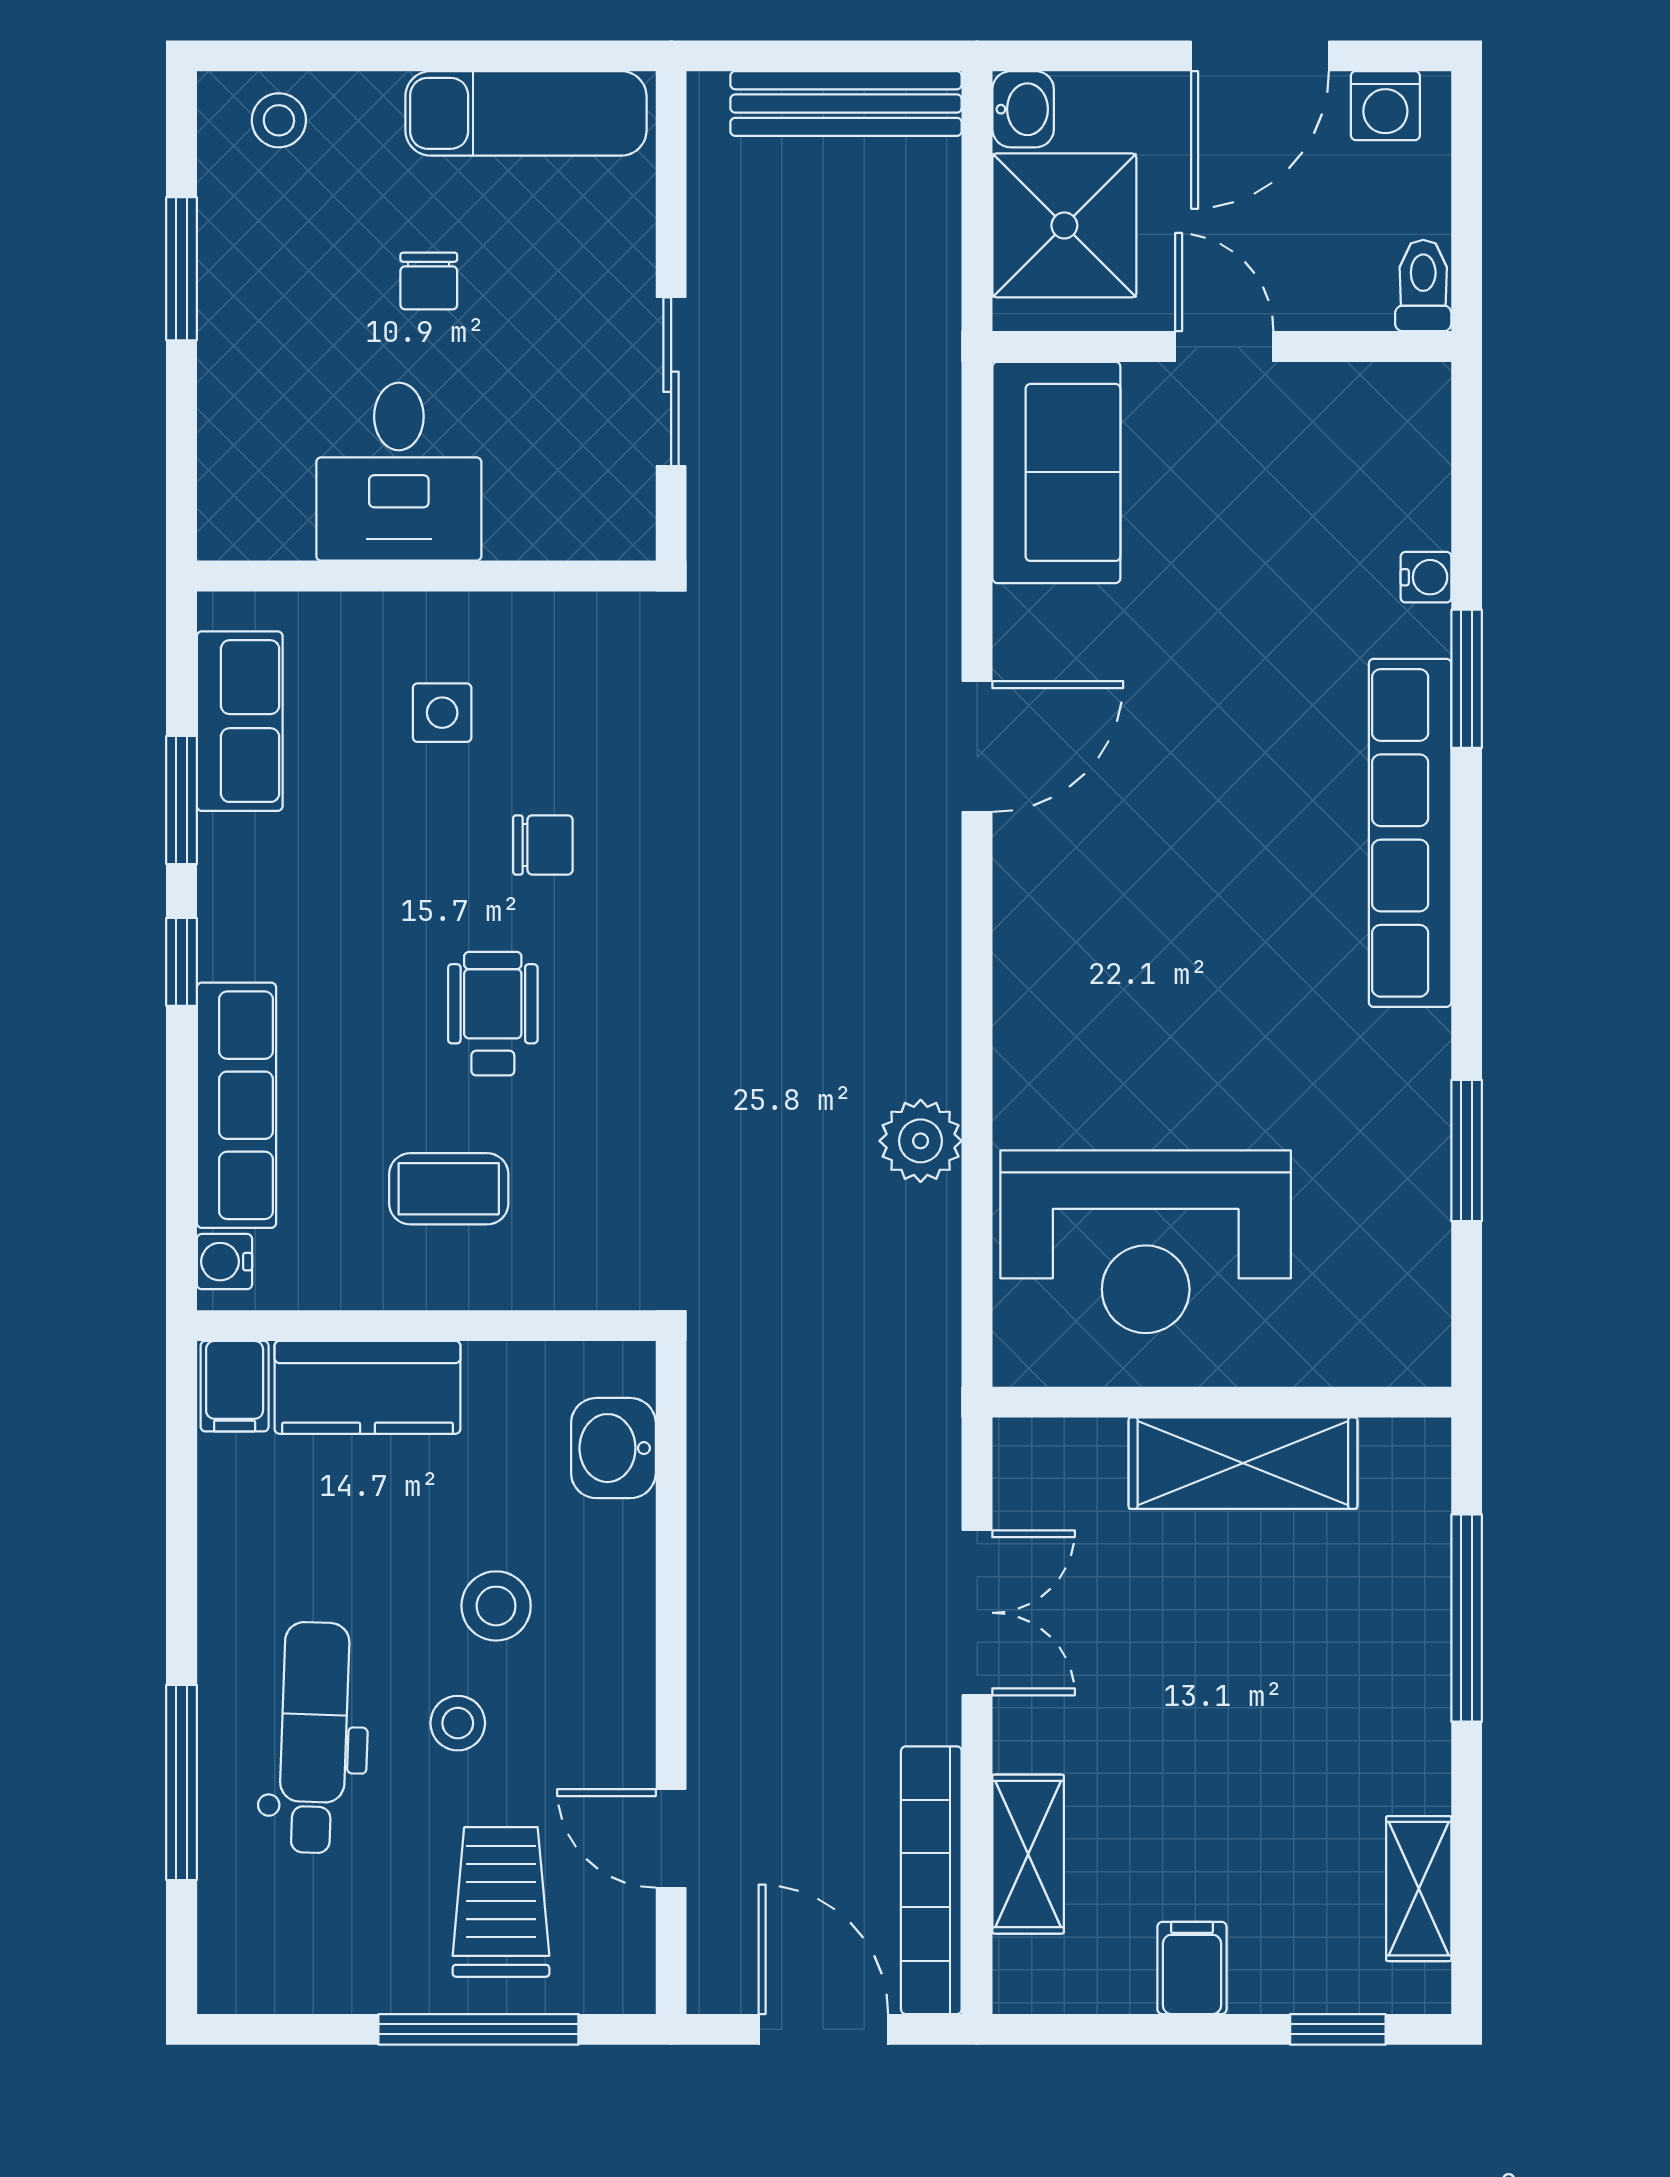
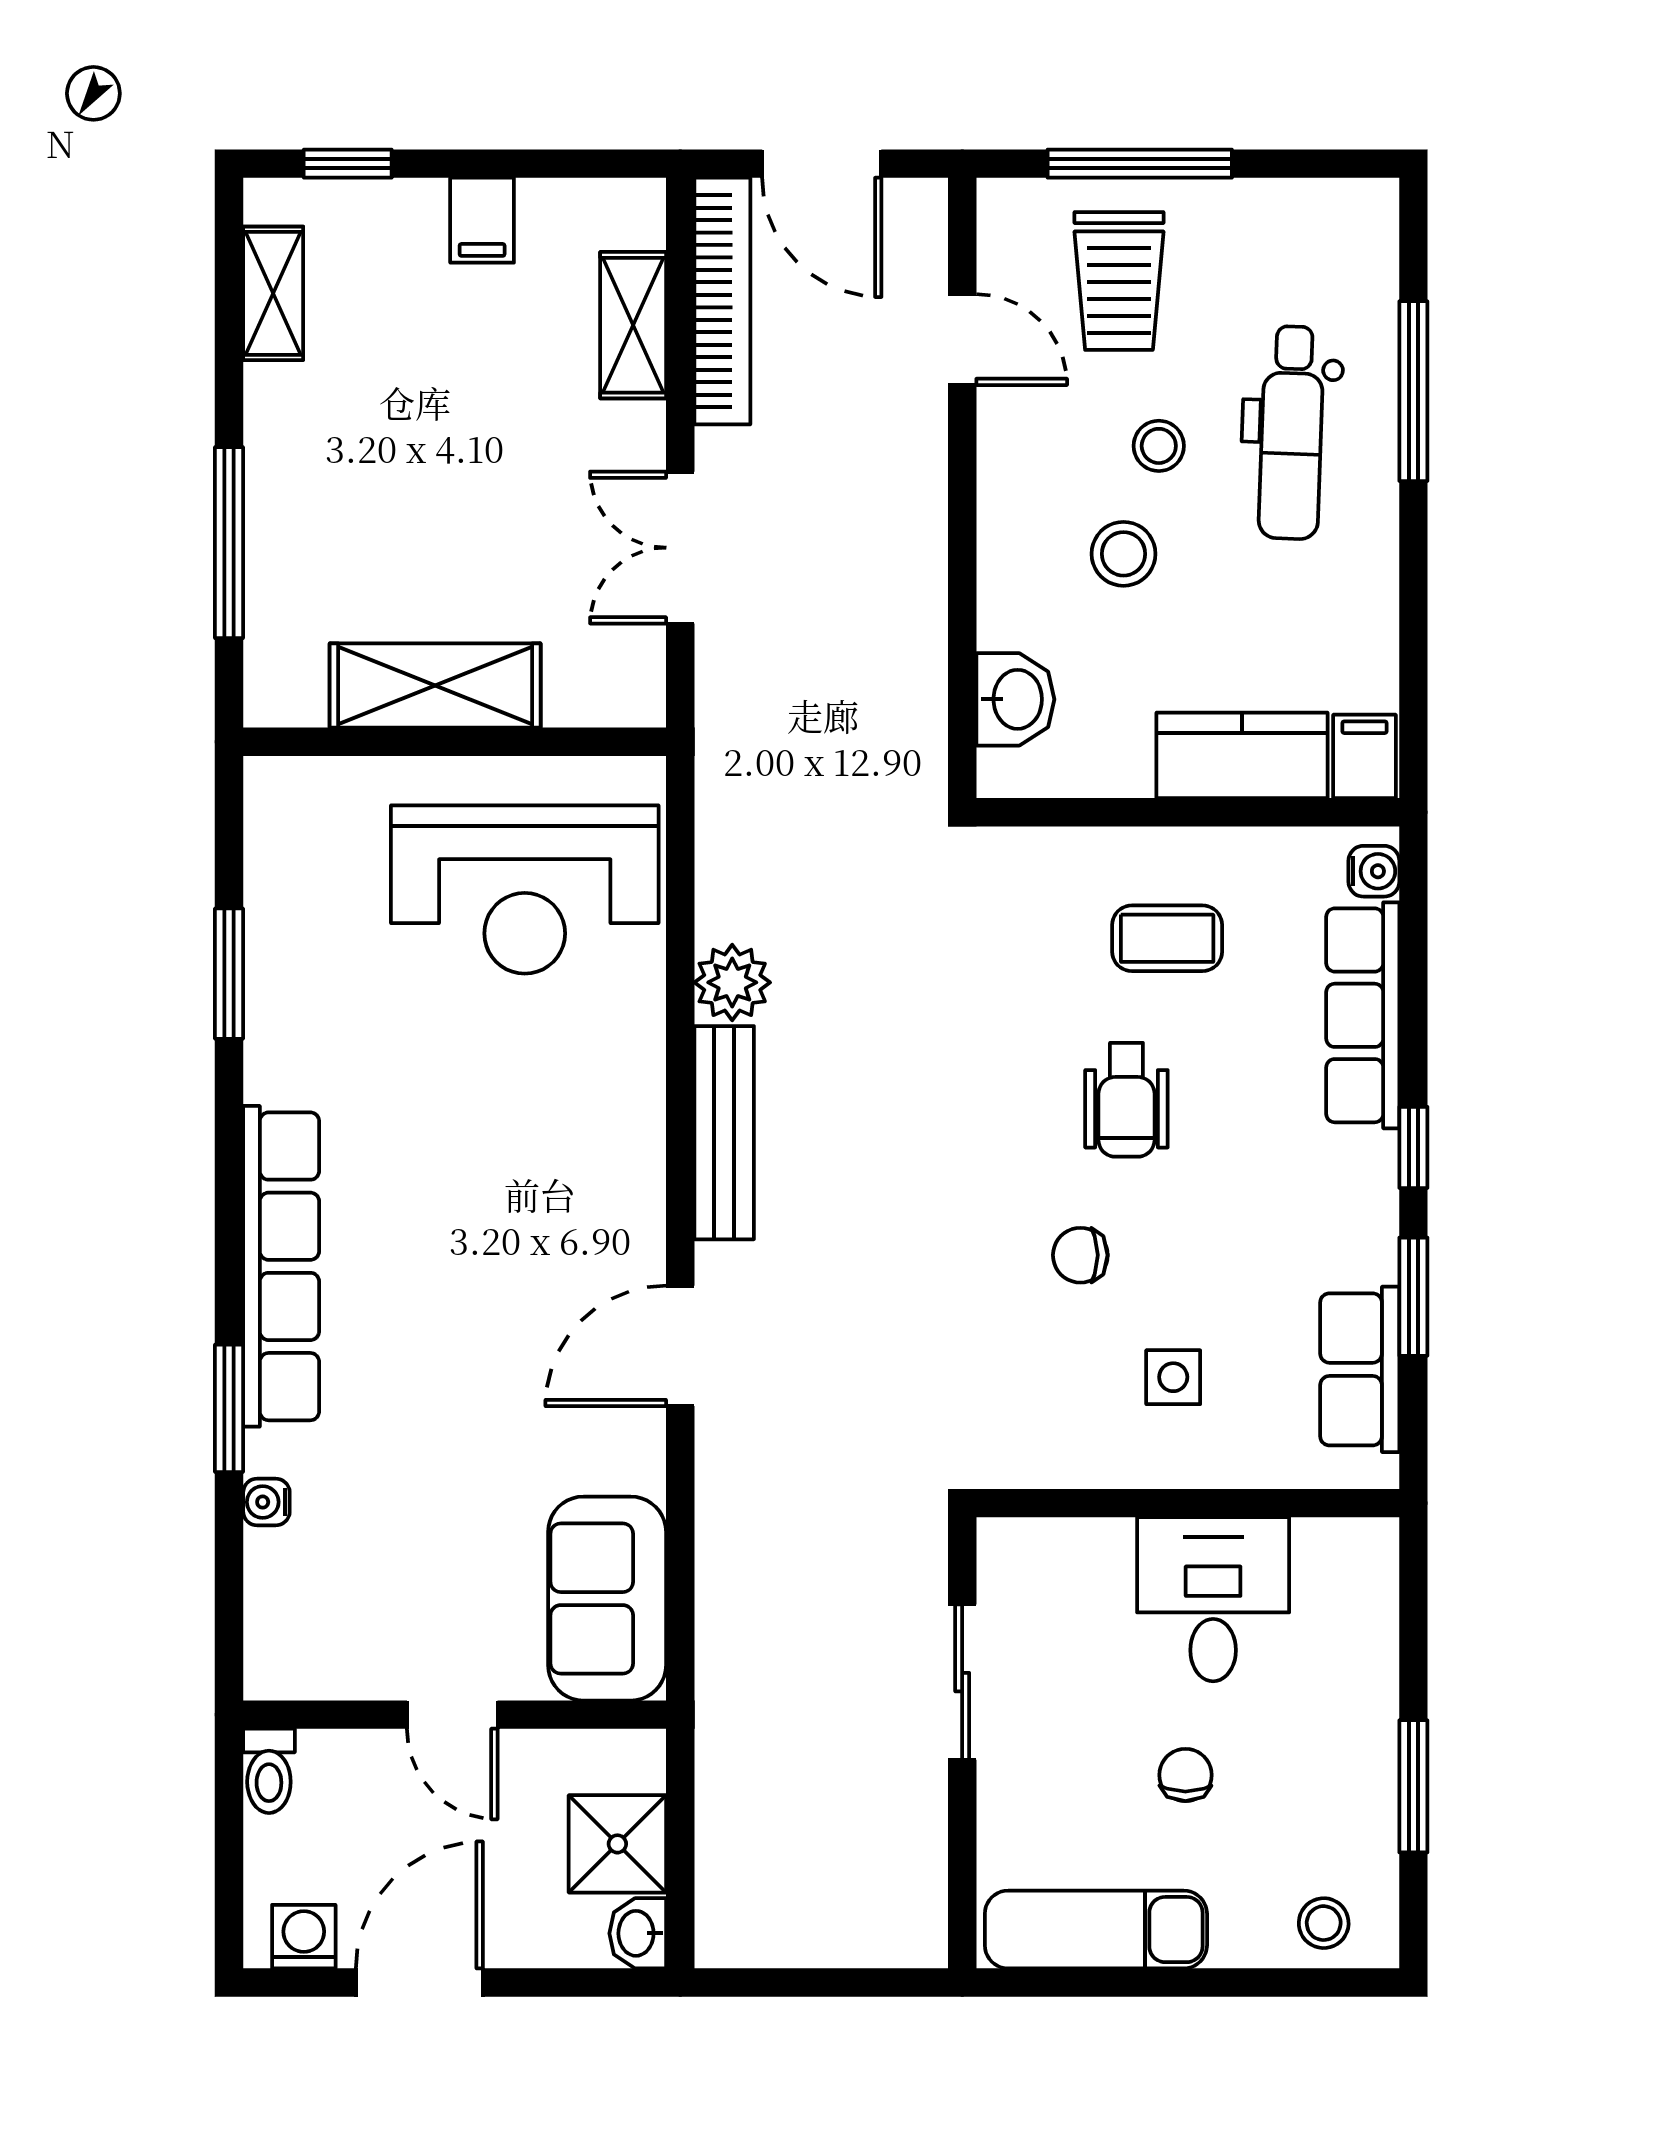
bench: (846, 104) -> (724, 1133), moved, turned 90
shower: (1064, 225) -> (617, 1844), width x0.73, depth x0.73
reception desk: (1146, 1242) -> (525, 889), turned 180

